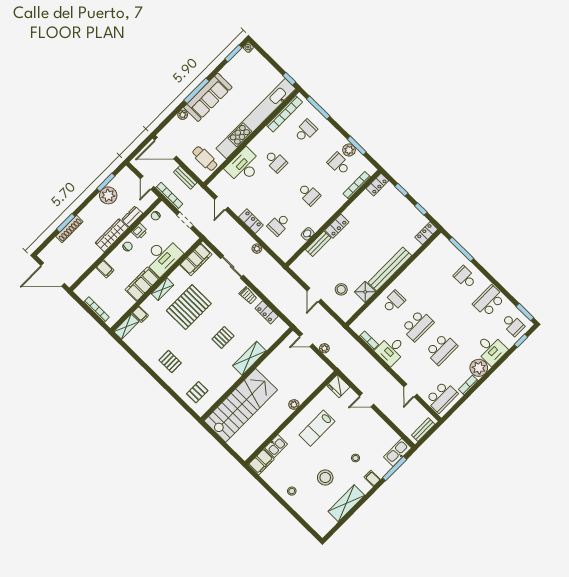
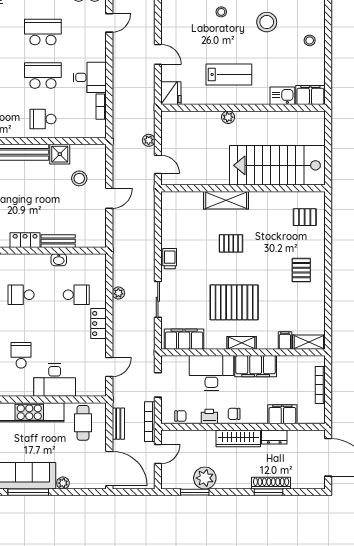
school desk: (309, 194) -> (21, 295), turned -90
dresser: (132, 216) -> (274, 437), moved
filing cabinet: (105, 269) -> (282, 414), width x2.00
locker: (267, 312) -> (168, 226), removed

